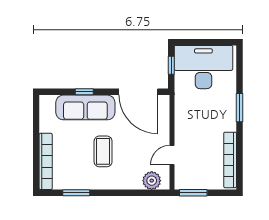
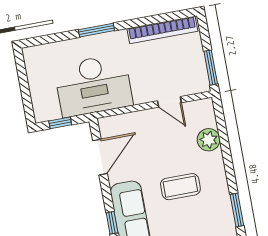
desk: (203, 67) -> (93, 85), moved, turned -90
door: (138, 92) -> (100, 157), width x0.73
plant: (152, 181) -> (209, 140), moved

